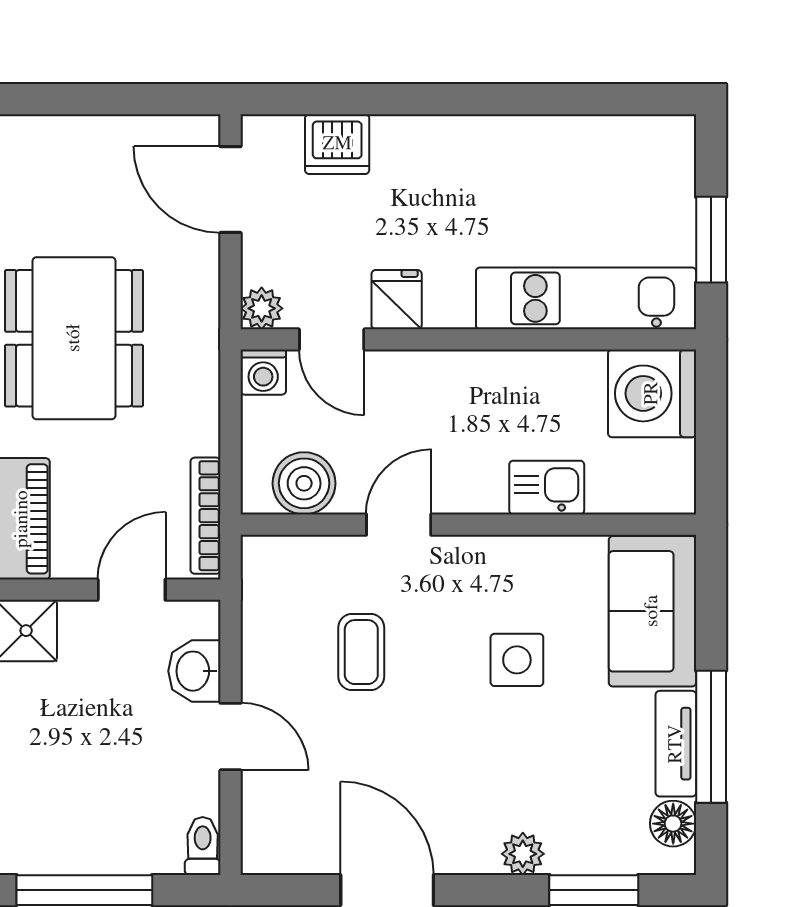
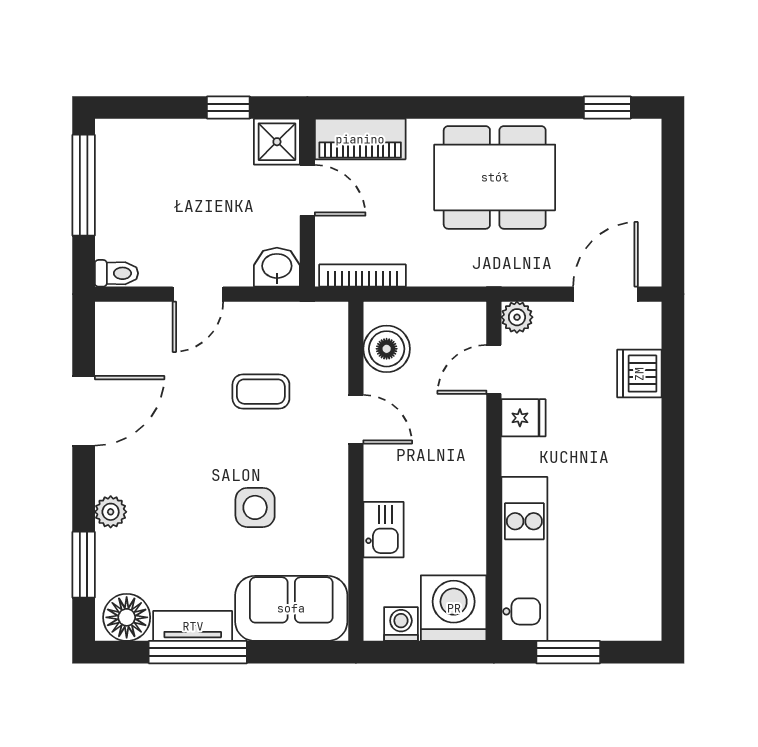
washing machine: (263, 372) -> (401, 624), moved, turned 90
door: (132, 590) -> (307, 190), moved
washbasin: (194, 671) -> (277, 267), moved
floor lamp: (673, 824) -> (127, 617), width x1.38, depth x1.38

